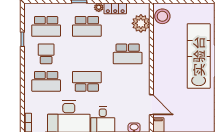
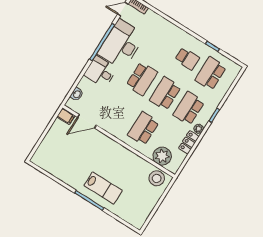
lab bench: (199, 56) -> (103, 188), width x0.54, depth x0.72
school desk: (46, 81) -> (165, 94), moved

